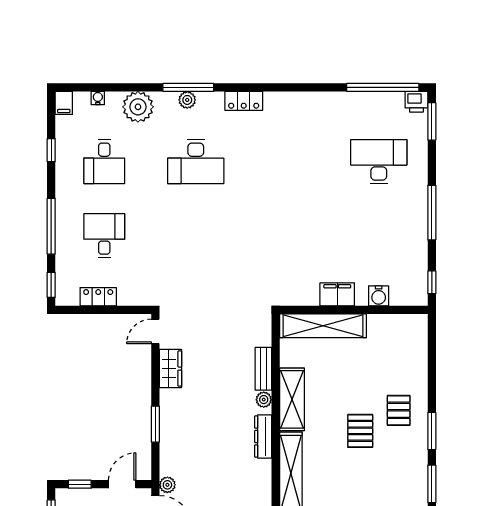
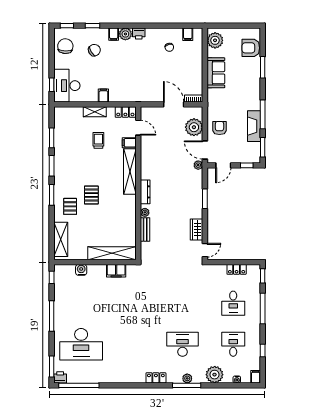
desk: (379, 162) -> (81, 344), width x1.36, depth x1.30
filing cabinet: (337, 294) -> (116, 271), moved
shelving: (292, 399) -> (61, 239), moved

